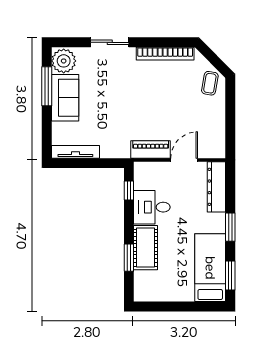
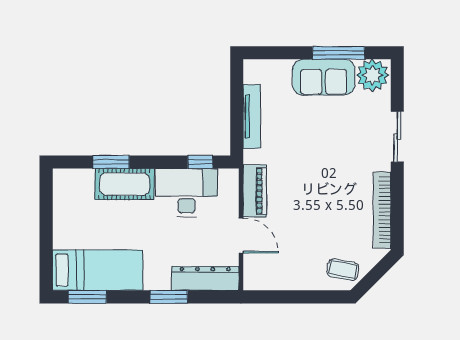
tv unit: (75, 152) -> (252, 116), moved
desk: (152, 207) -> (187, 193), width x1.37
window: (230, 227) -> (169, 297), moved

